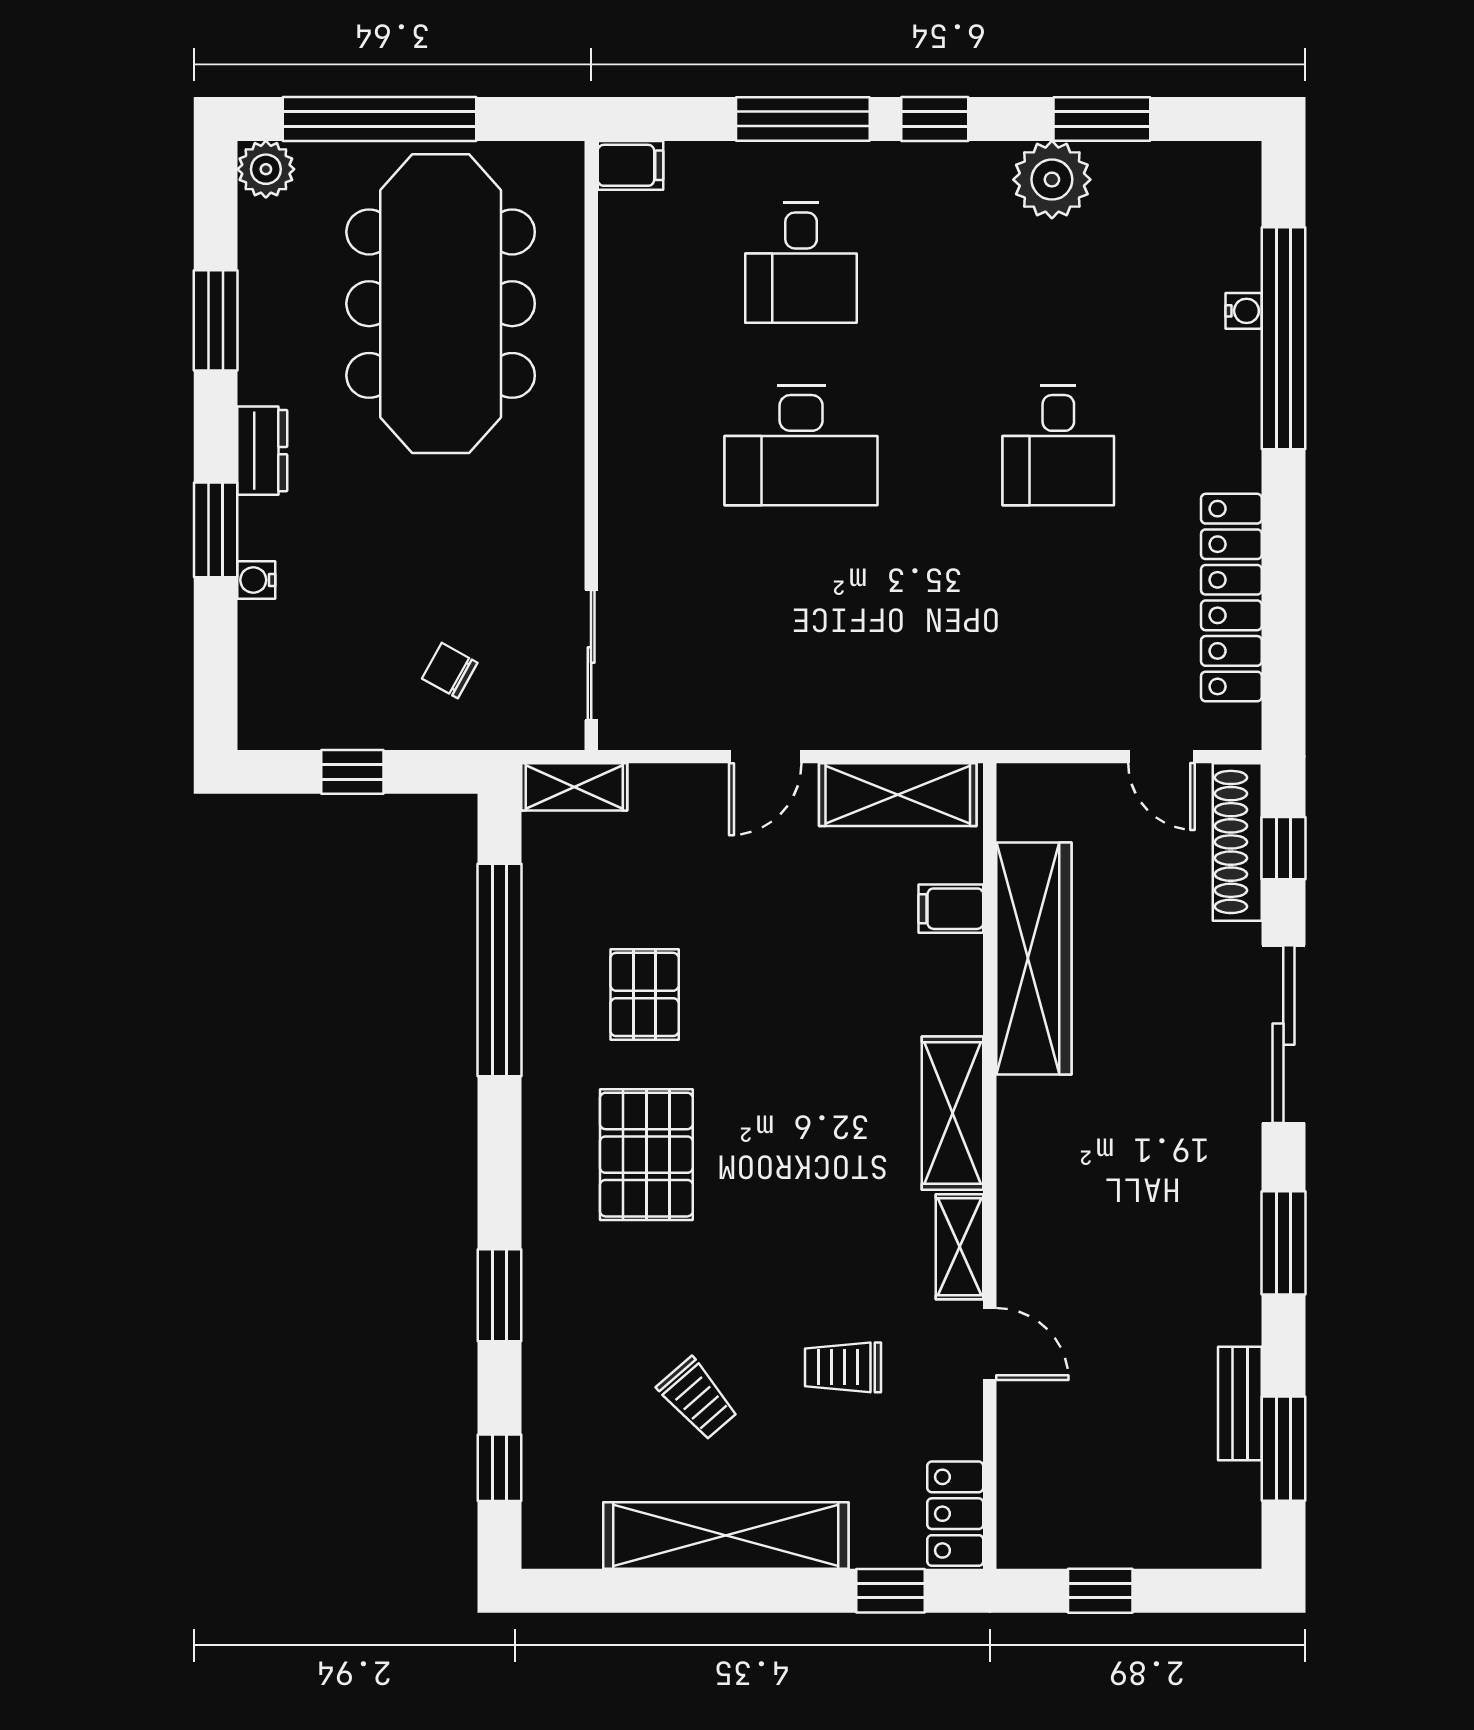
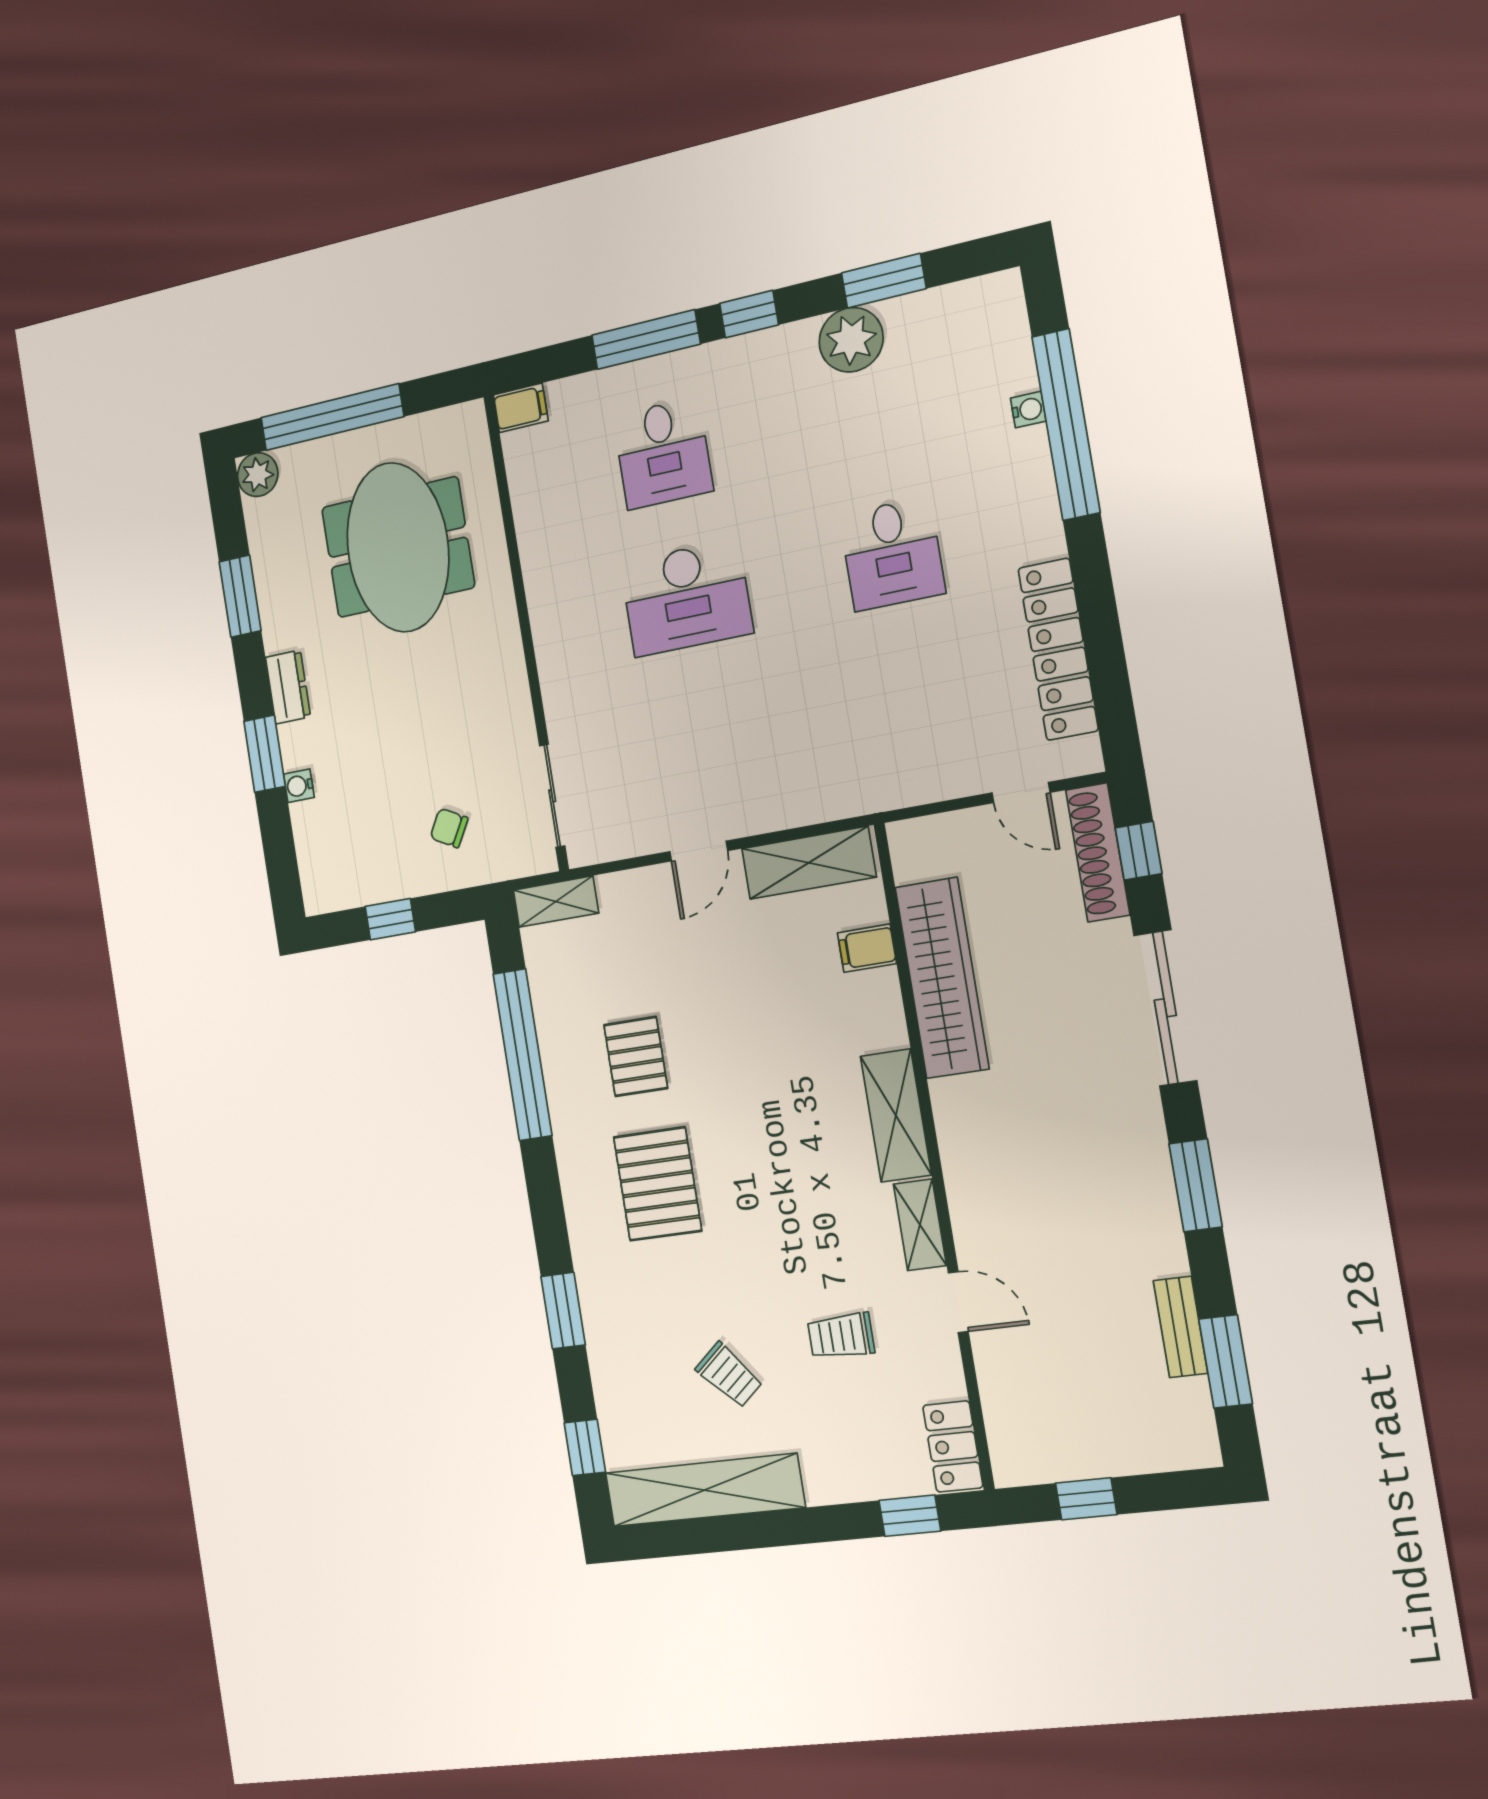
meeting table: (441, 304) -> (398, 547), width x0.73
shelving: (726, 1535) -> (705, 1490), moved

